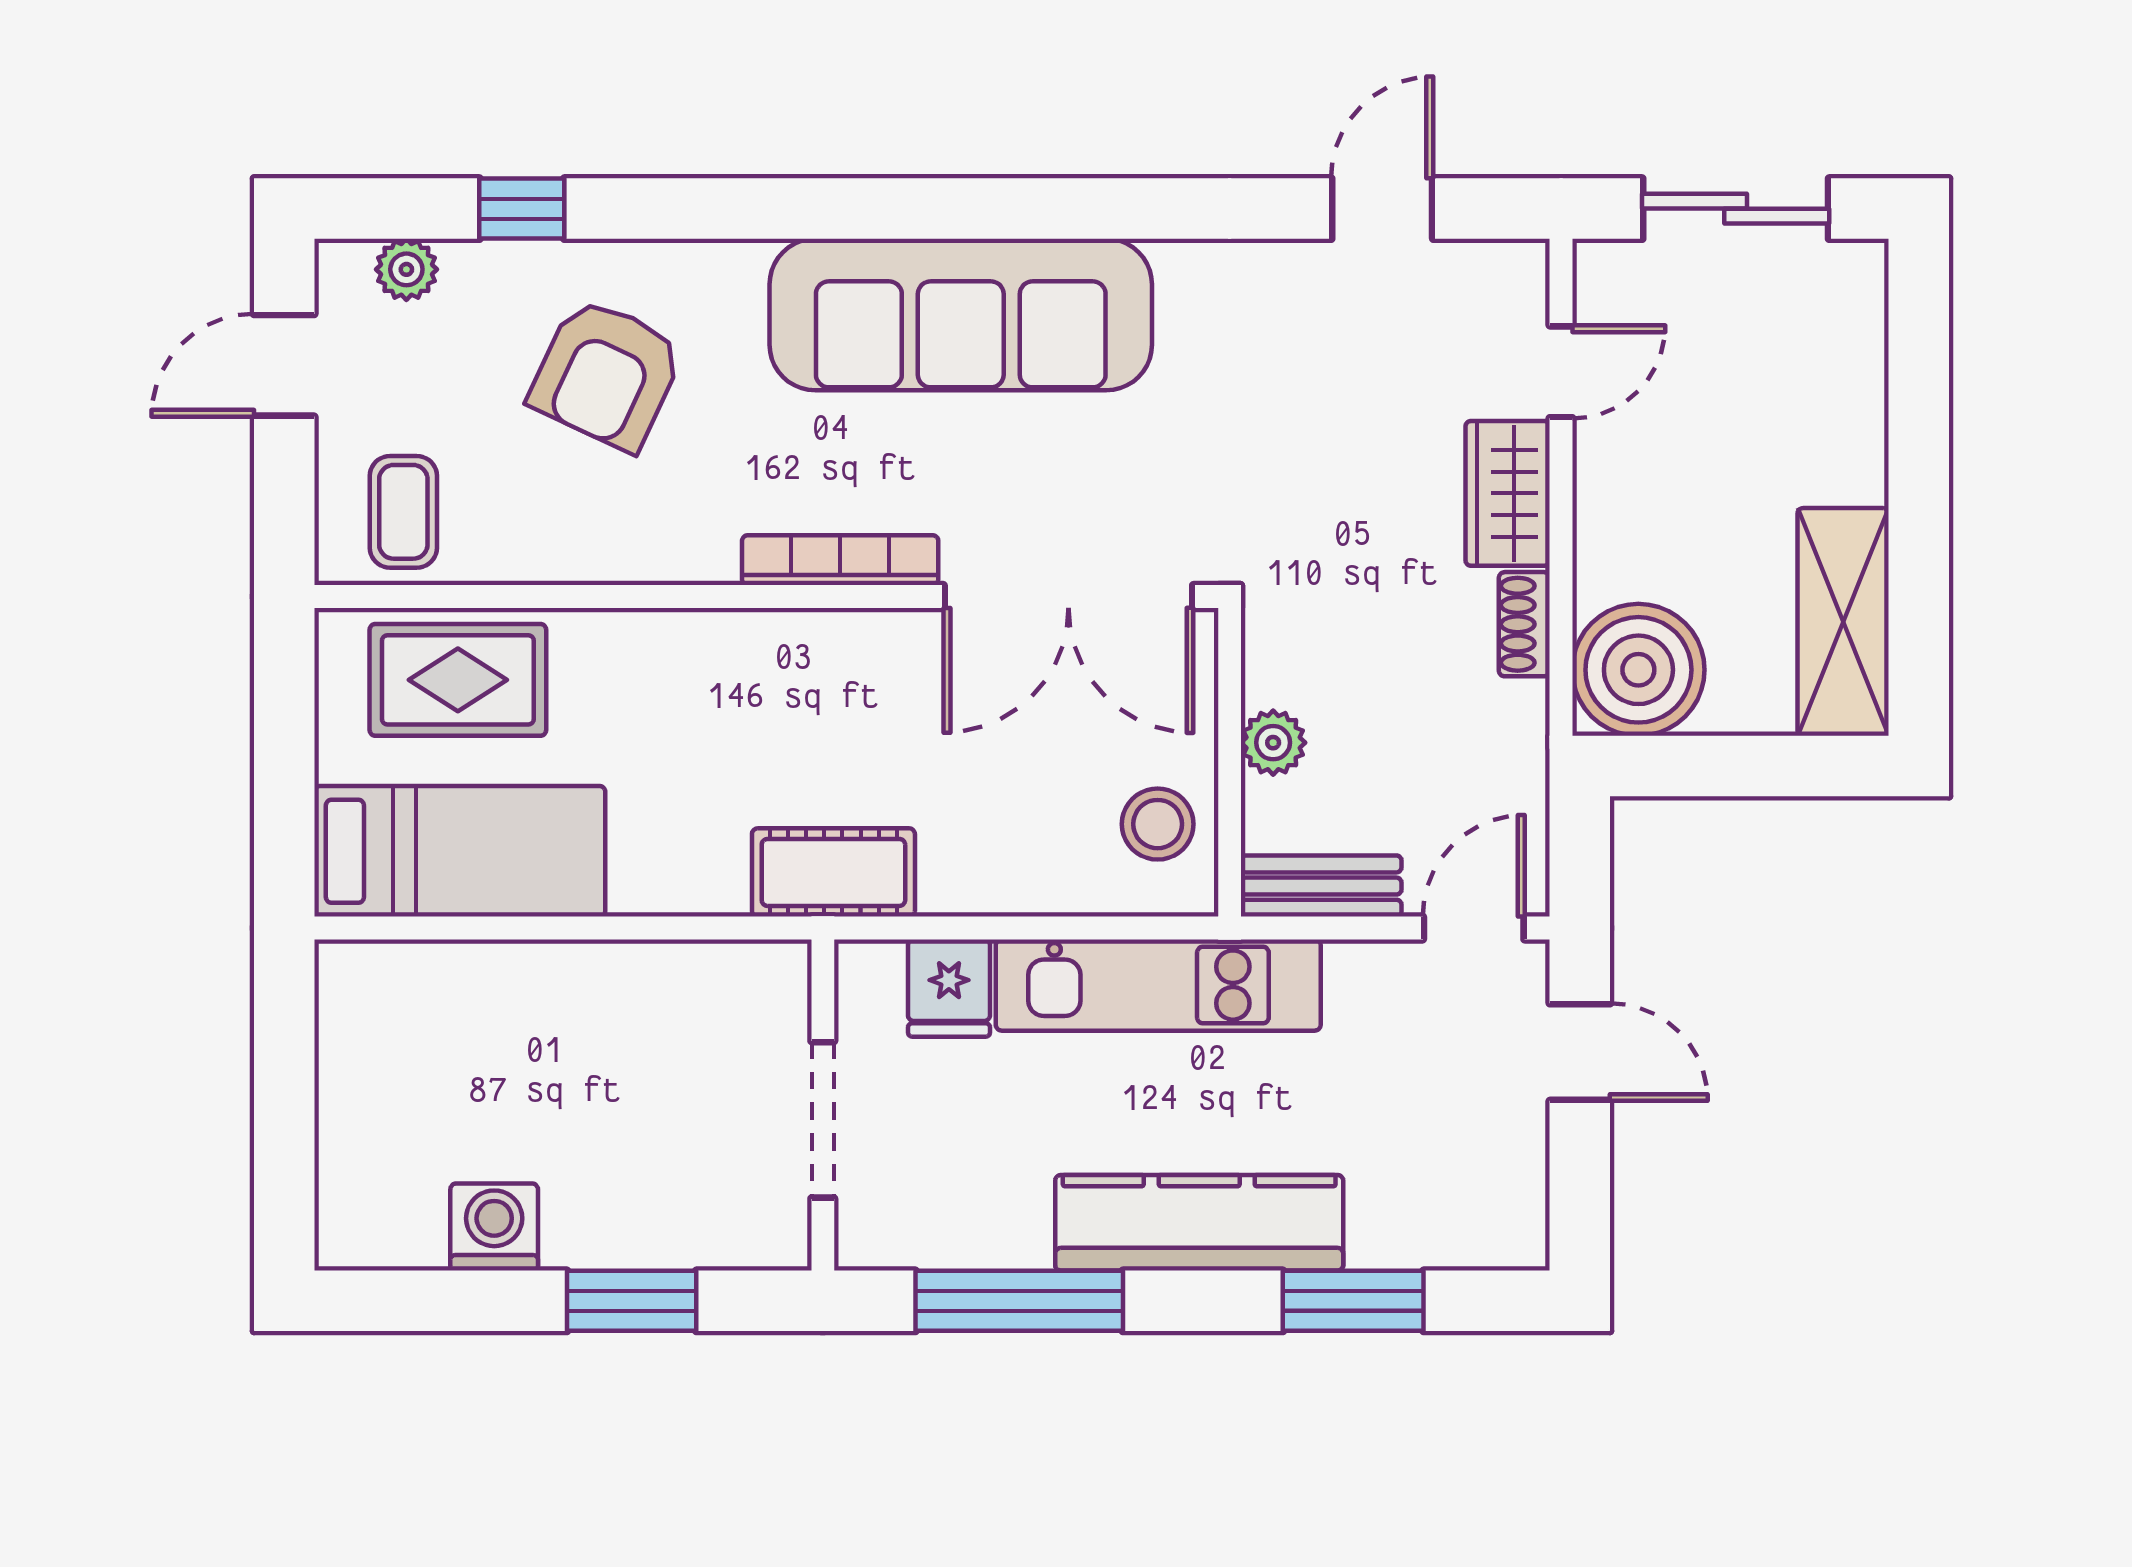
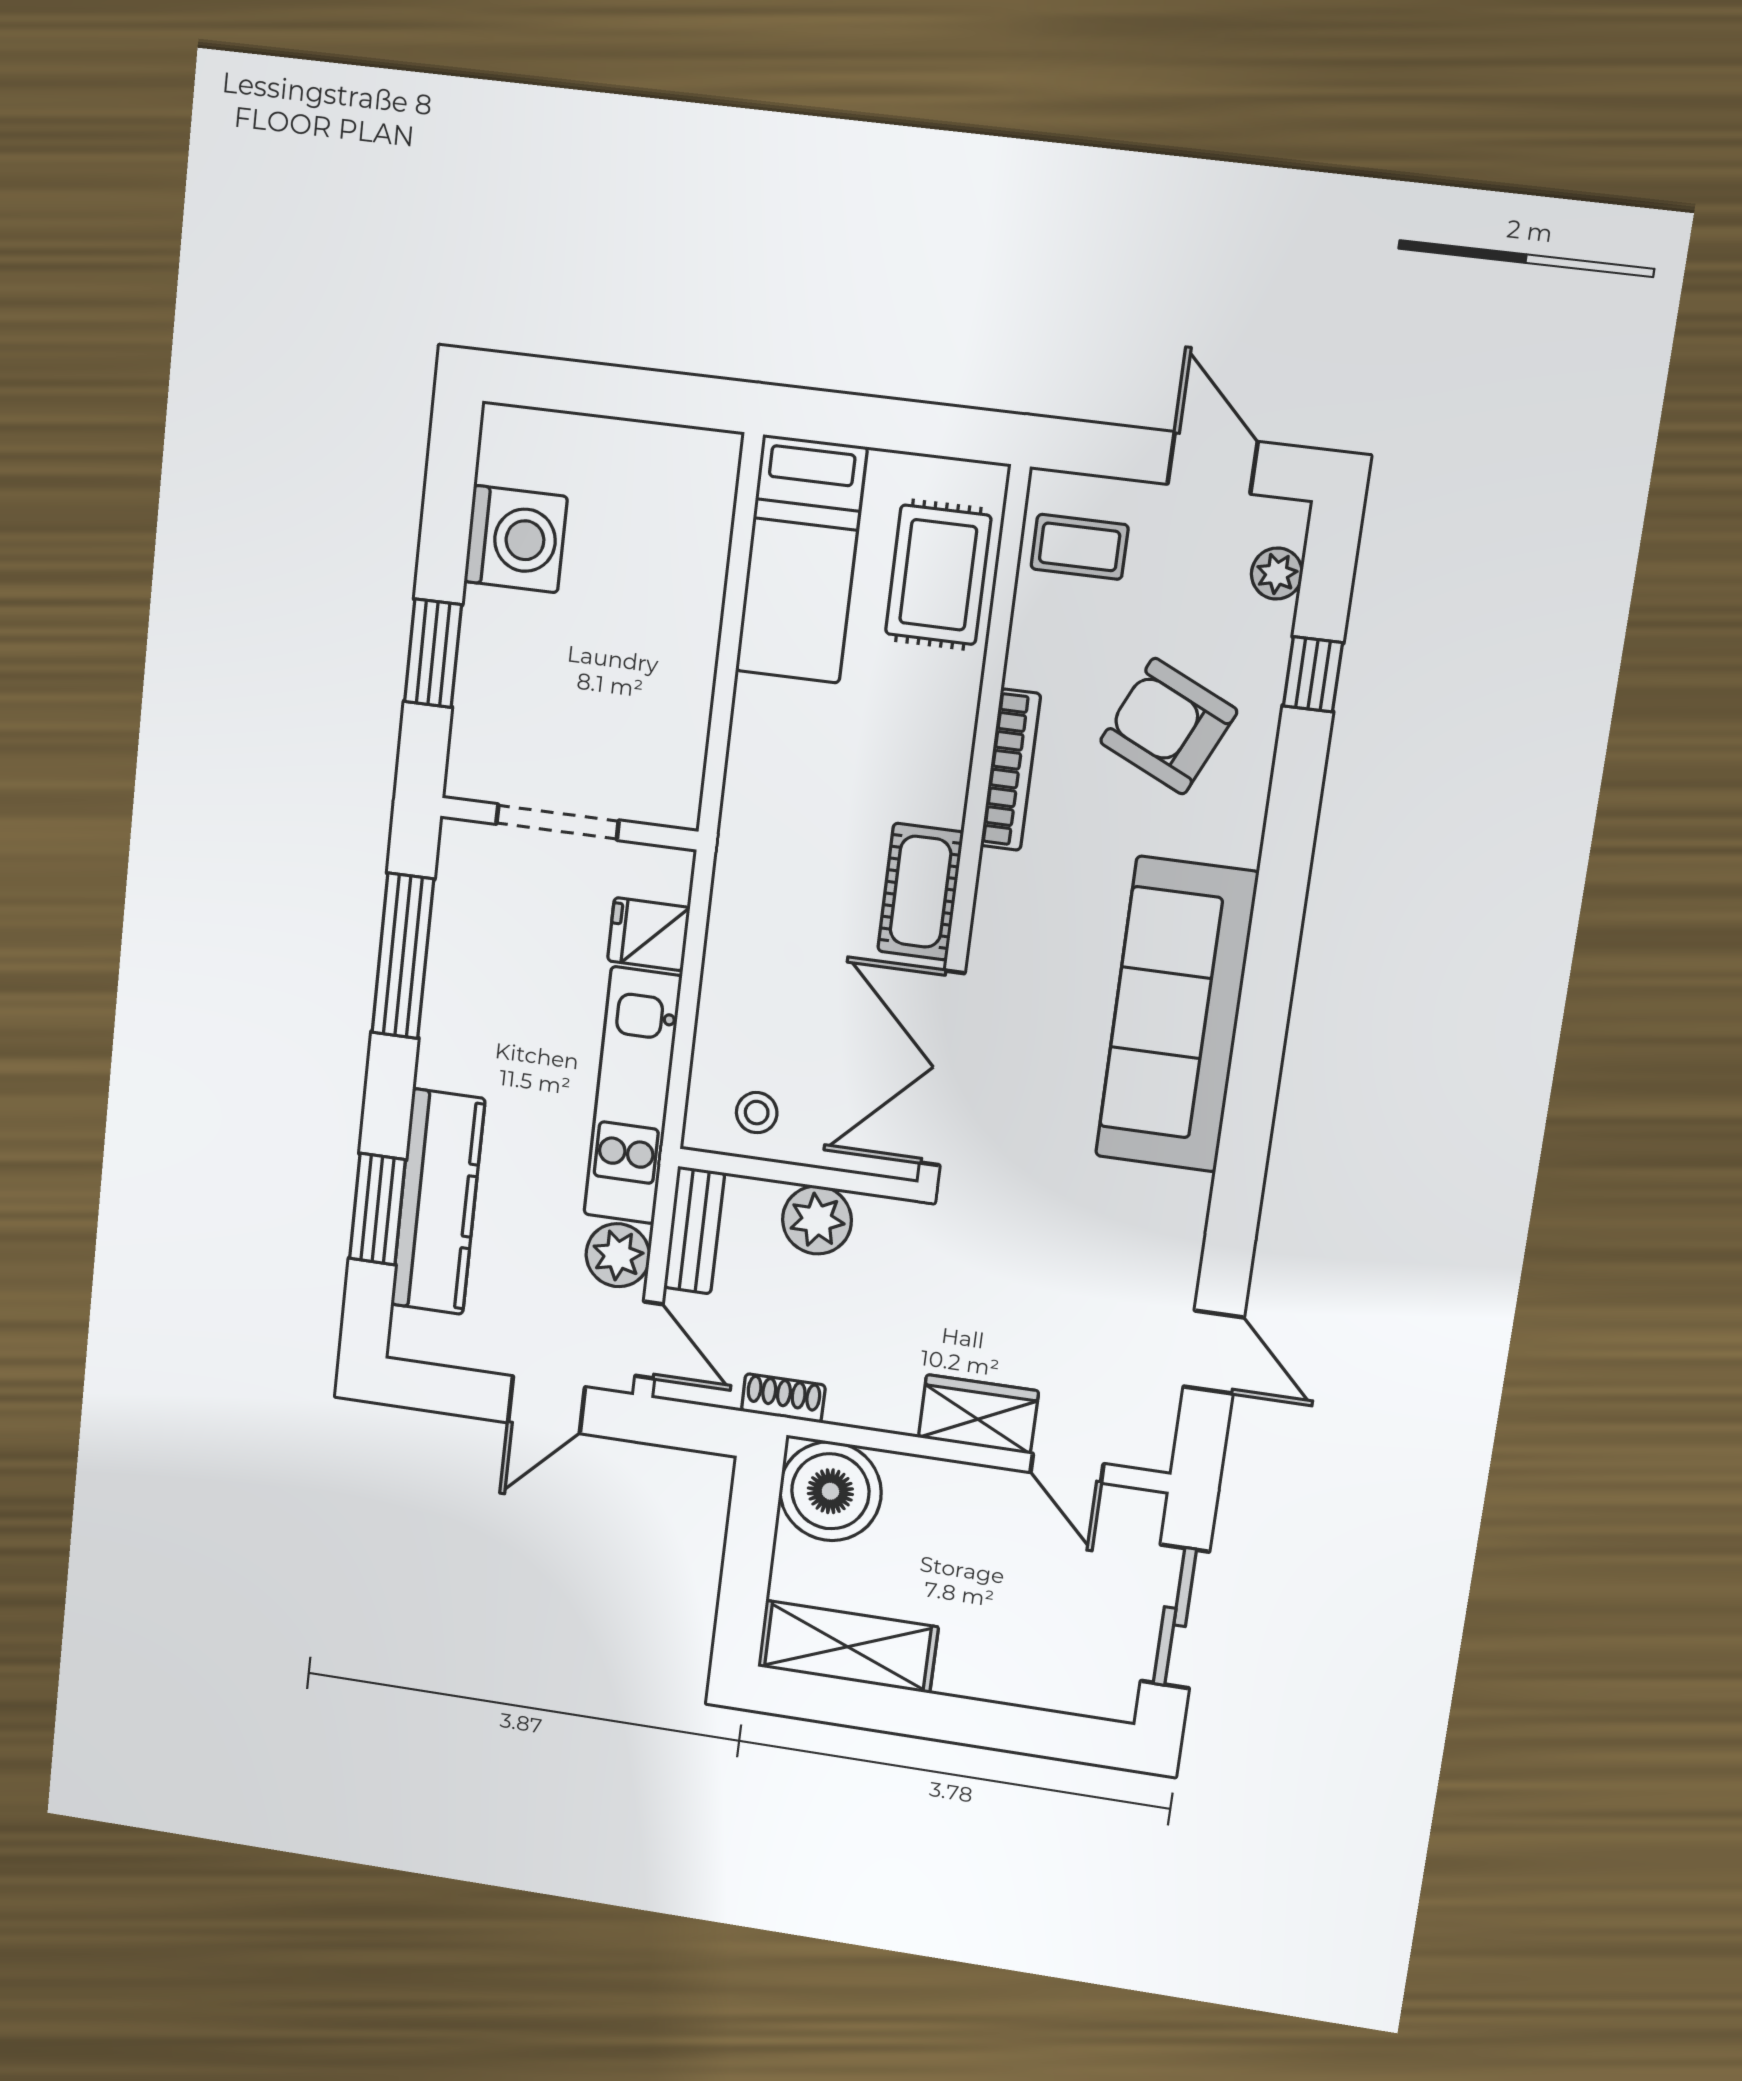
bookcase: (840, 560) -> (1011, 770), moved
shoe rack: (1524, 624) -> (783, 1398), moved
plant: (1273, 743) -> (817, 1220), width x1.38, depth x1.38
stool: (1158, 824) -> (757, 1113), width x0.73, depth x0.73
cot: (833, 872) -> (921, 892), moved
plant: (1368, 981) -> (618, 1255), added
kitchen counter: (1199, 1223) -> (438, 1202), moved
washing machine: (494, 1227) -> (516, 539), width x1.37, depth x1.37

